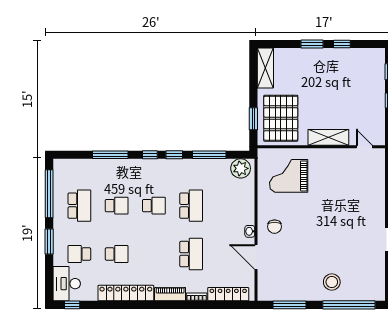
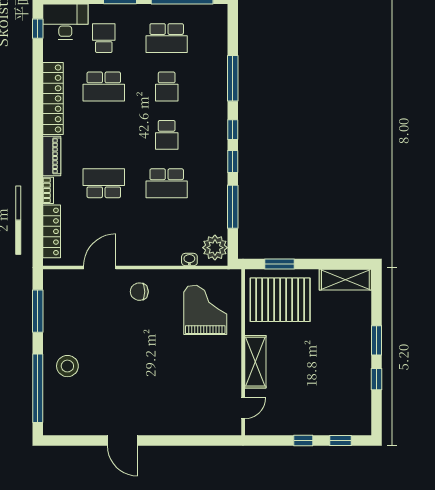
washbasin: (250, 231) -> (189, 260), moved
school desk: (117, 254) -> (104, 86), width x1.85
school desk: (191, 254) -> (104, 183), turned 180

